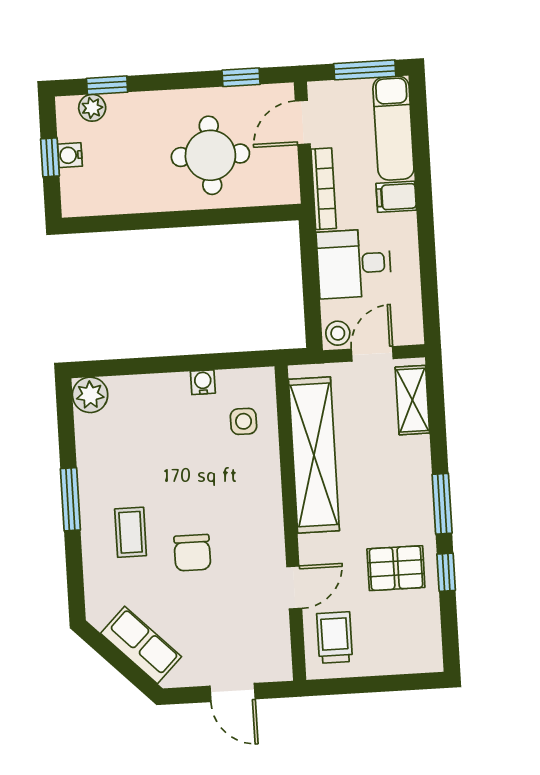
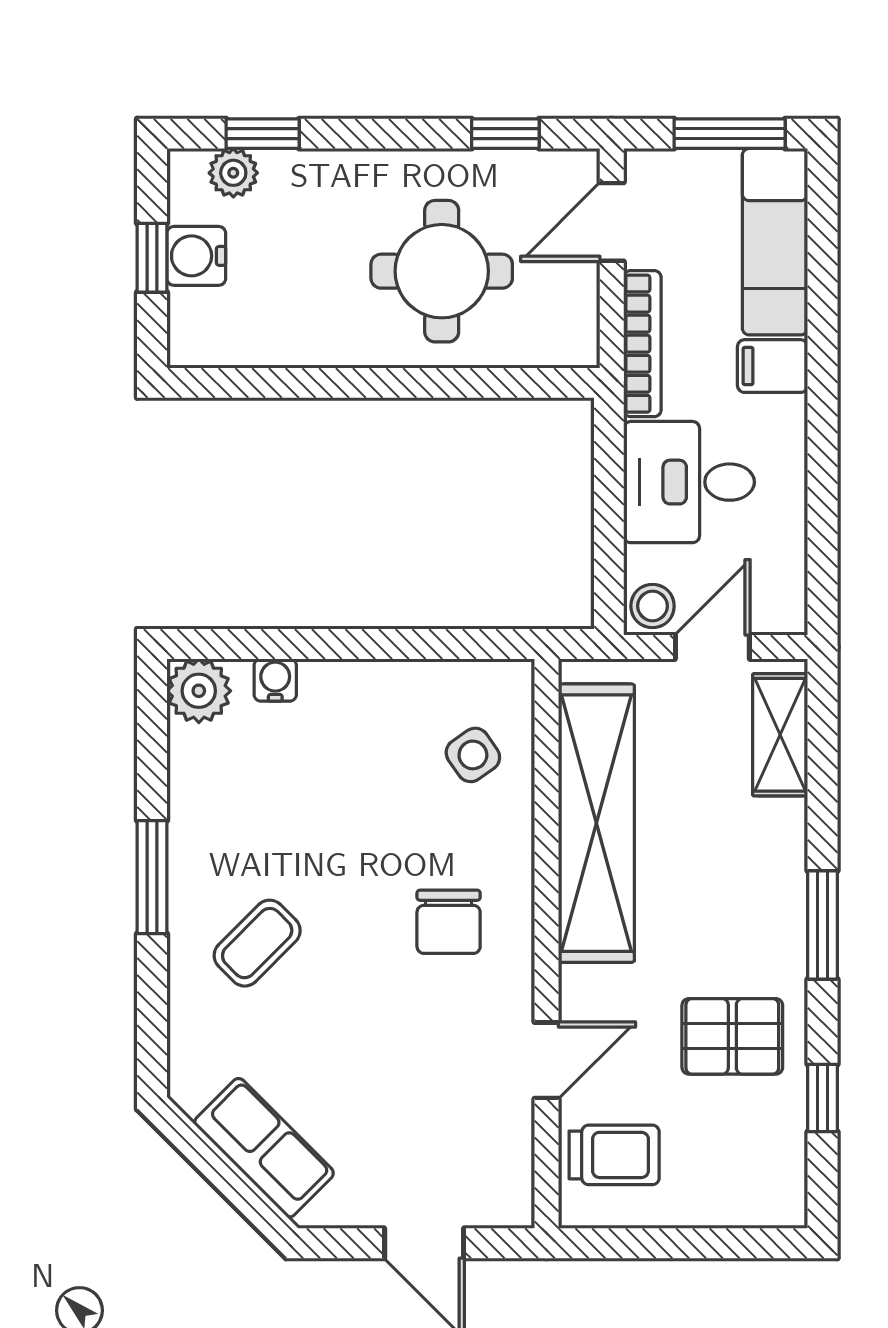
water cooler: (70, 155) -> (196, 256), width x1.38, depth x1.38
water cooler: (203, 382) -> (275, 680), moved
side table: (244, 421) -> (473, 755), turned -35
coffee table: (131, 532) -> (257, 943), turned 45
chair: (192, 553) -> (449, 922), moved
window: (446, 572) -> (822, 1098), moved
trolley: (335, 637) -> (614, 1155), turned 90

